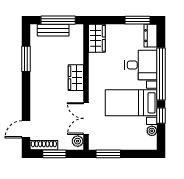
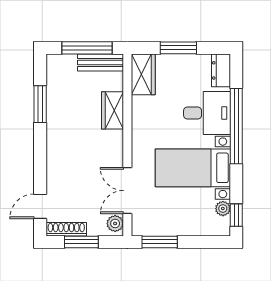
window: (137, 20) -> (178, 48), moved
bench: (53, 30) -> (101, 63), moved
wardrobe: (76, 78) -> (112, 110), moved
window: (161, 116) -> (236, 215), moved

